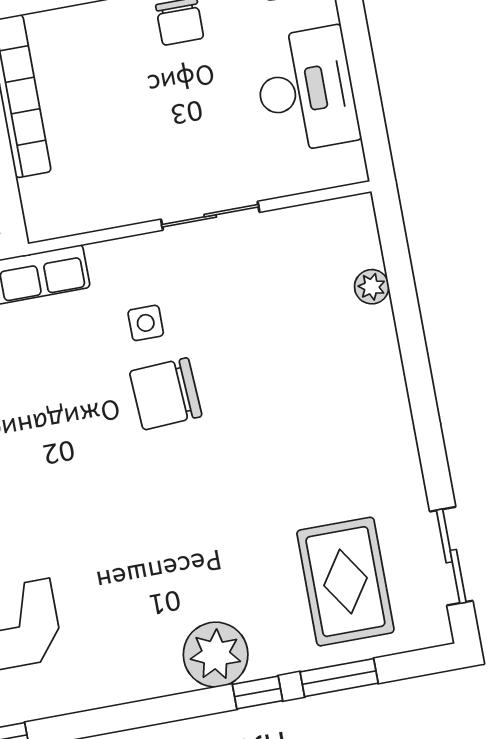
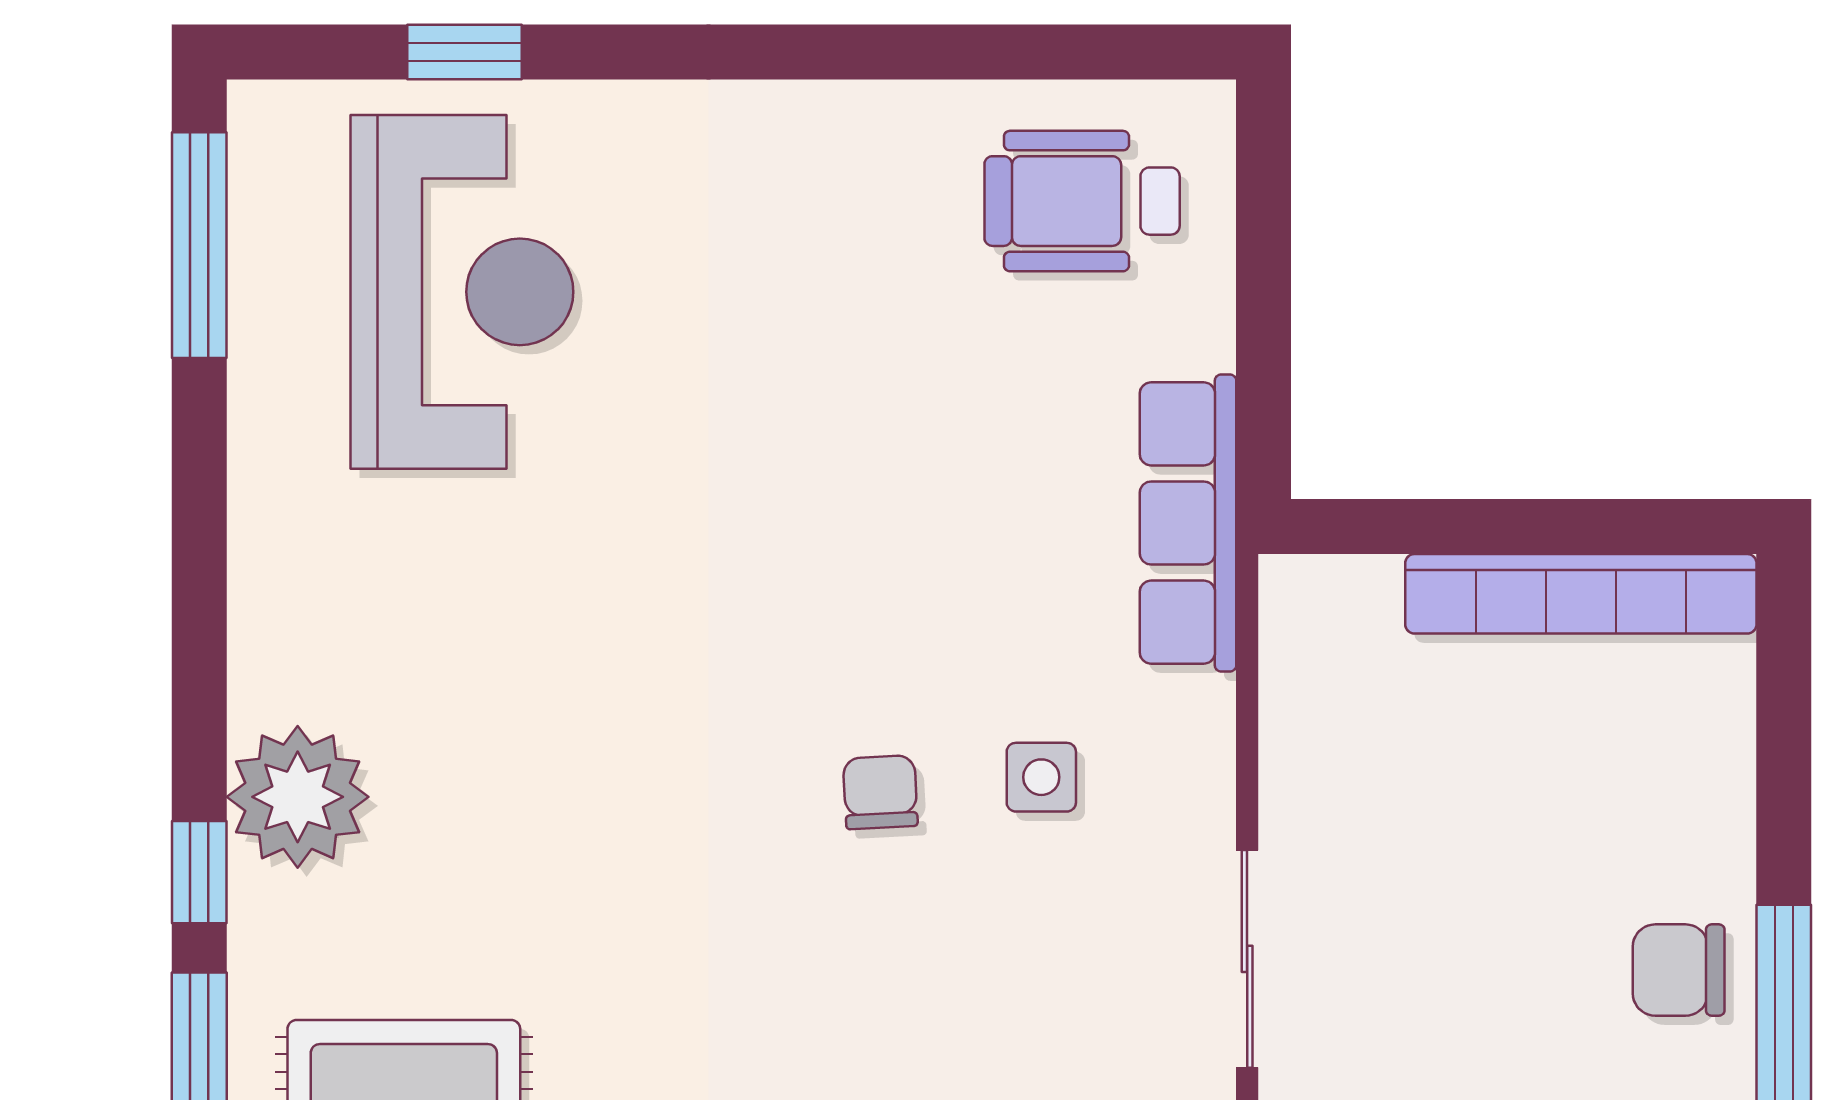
chair: (166, 394) -> (880, 792), width x0.54, depth x0.54

